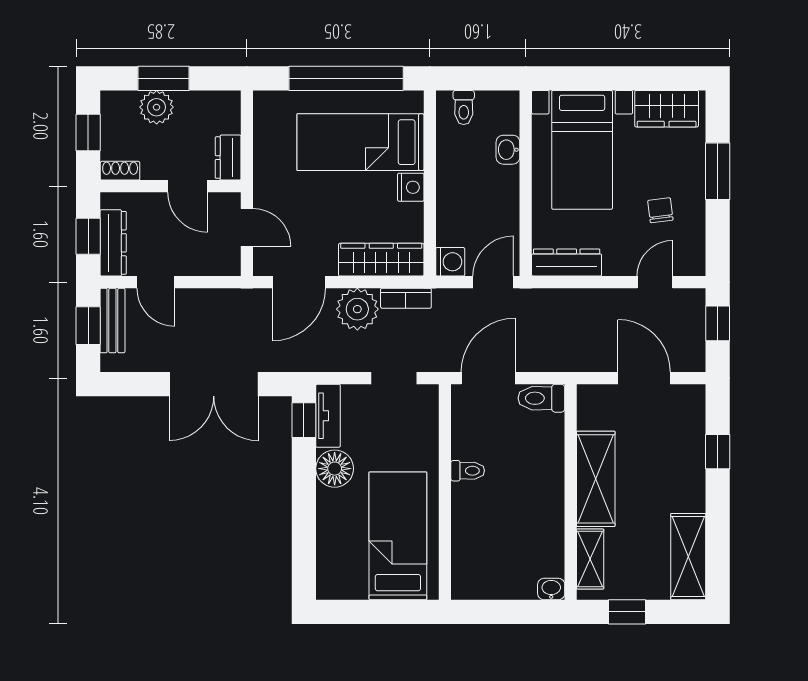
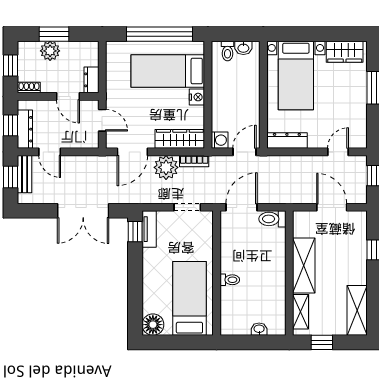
washbasin: (508, 150) -> (243, 48), moved, turned -90
chair: (660, 210) -> (341, 110), removed
floor lamp: (335, 469) -> (153, 325), moved
toilet: (468, 471) -> (230, 280), moved
washbasin: (551, 589) -> (259, 329), moved

